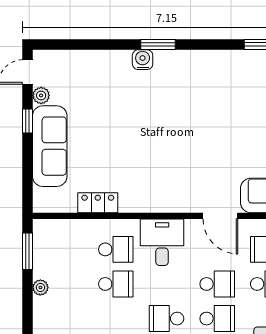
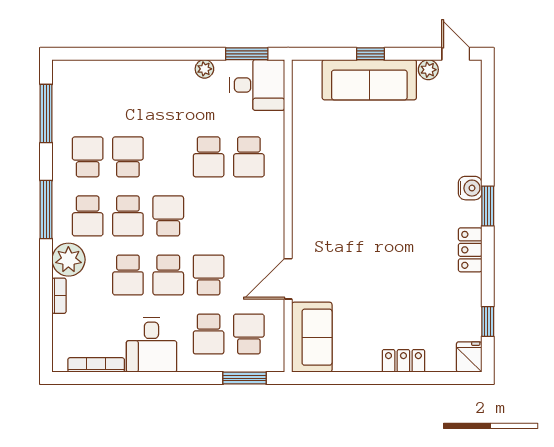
window: (27, 121) -> (370, 54), moved
locker: (98, 203) -> (470, 250), moved, turned 180
desk: (162, 242) -> (257, 85), moved
school desk: (217, 284) -> (209, 275), turned 180

